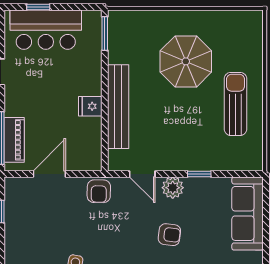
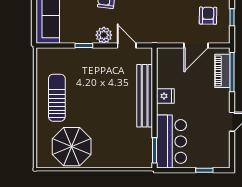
bar counter: (46, 30) -> (172, 141), moved, turned 90
parasol: (186, 61) -> (72, 147), moved
sun lounger: (235, 104) -> (57, 98), turned 180
armchair: (99, 191) -> (208, 16), moved

